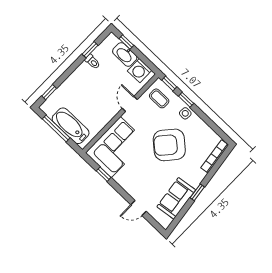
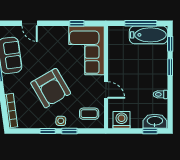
window: (90, 50) -> (170, 67), moved
washbasin: (125, 54) -> (155, 121), moved
window: (169, 84) -> (48, 131), moved
bathtub: (71, 126) -> (149, 35), moved
armchair: (169, 145) -> (51, 88), turned 109
door: (139, 208) -> (30, 23), swing flipped

